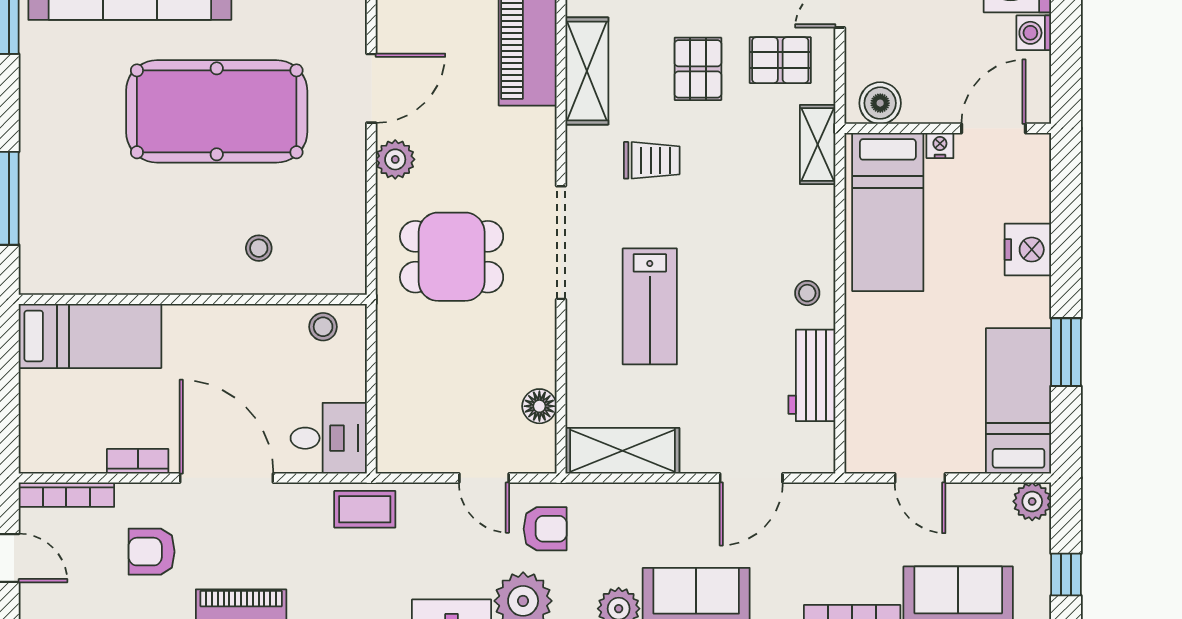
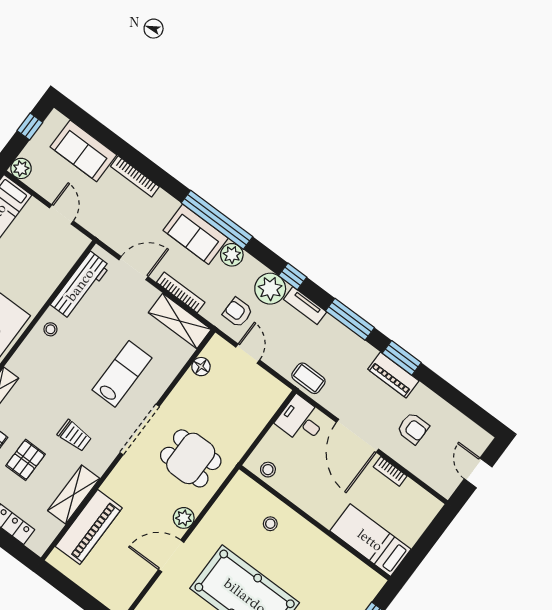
trolley: (652, 160) -> (74, 436), turned 180
workbench: (812, 375) -> (80, 285), width x1.37
bookcase: (66, 495) -> (181, 292), moved

